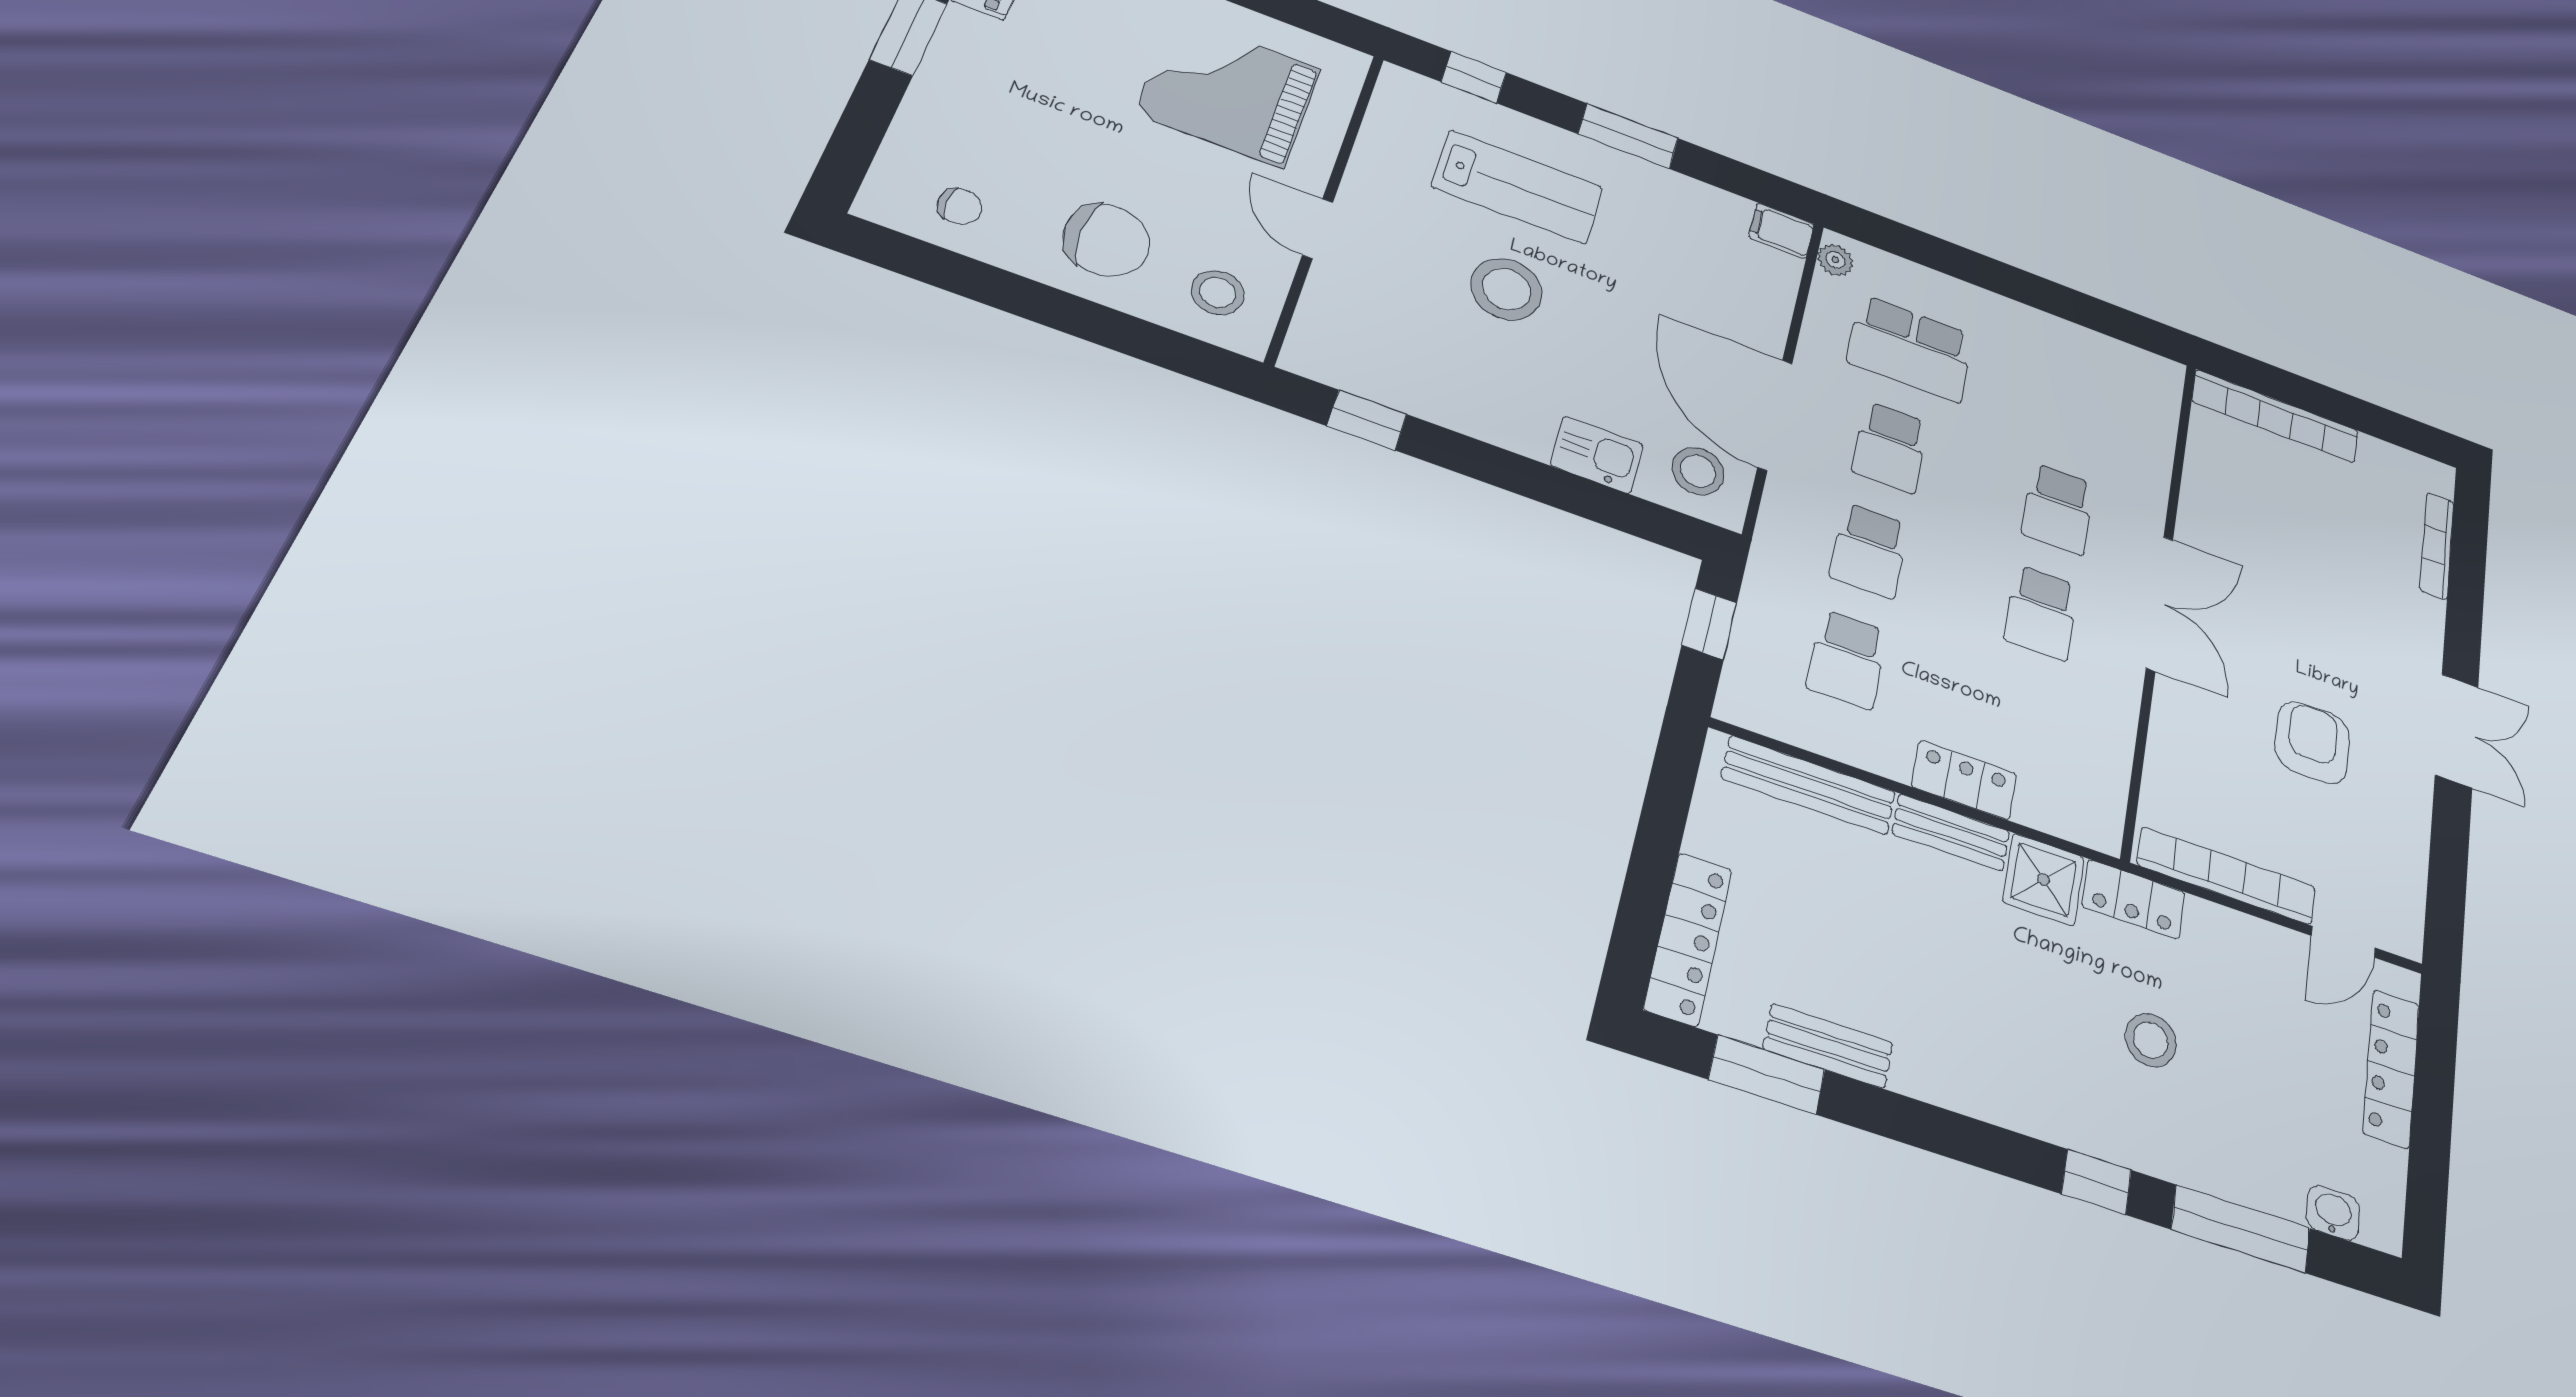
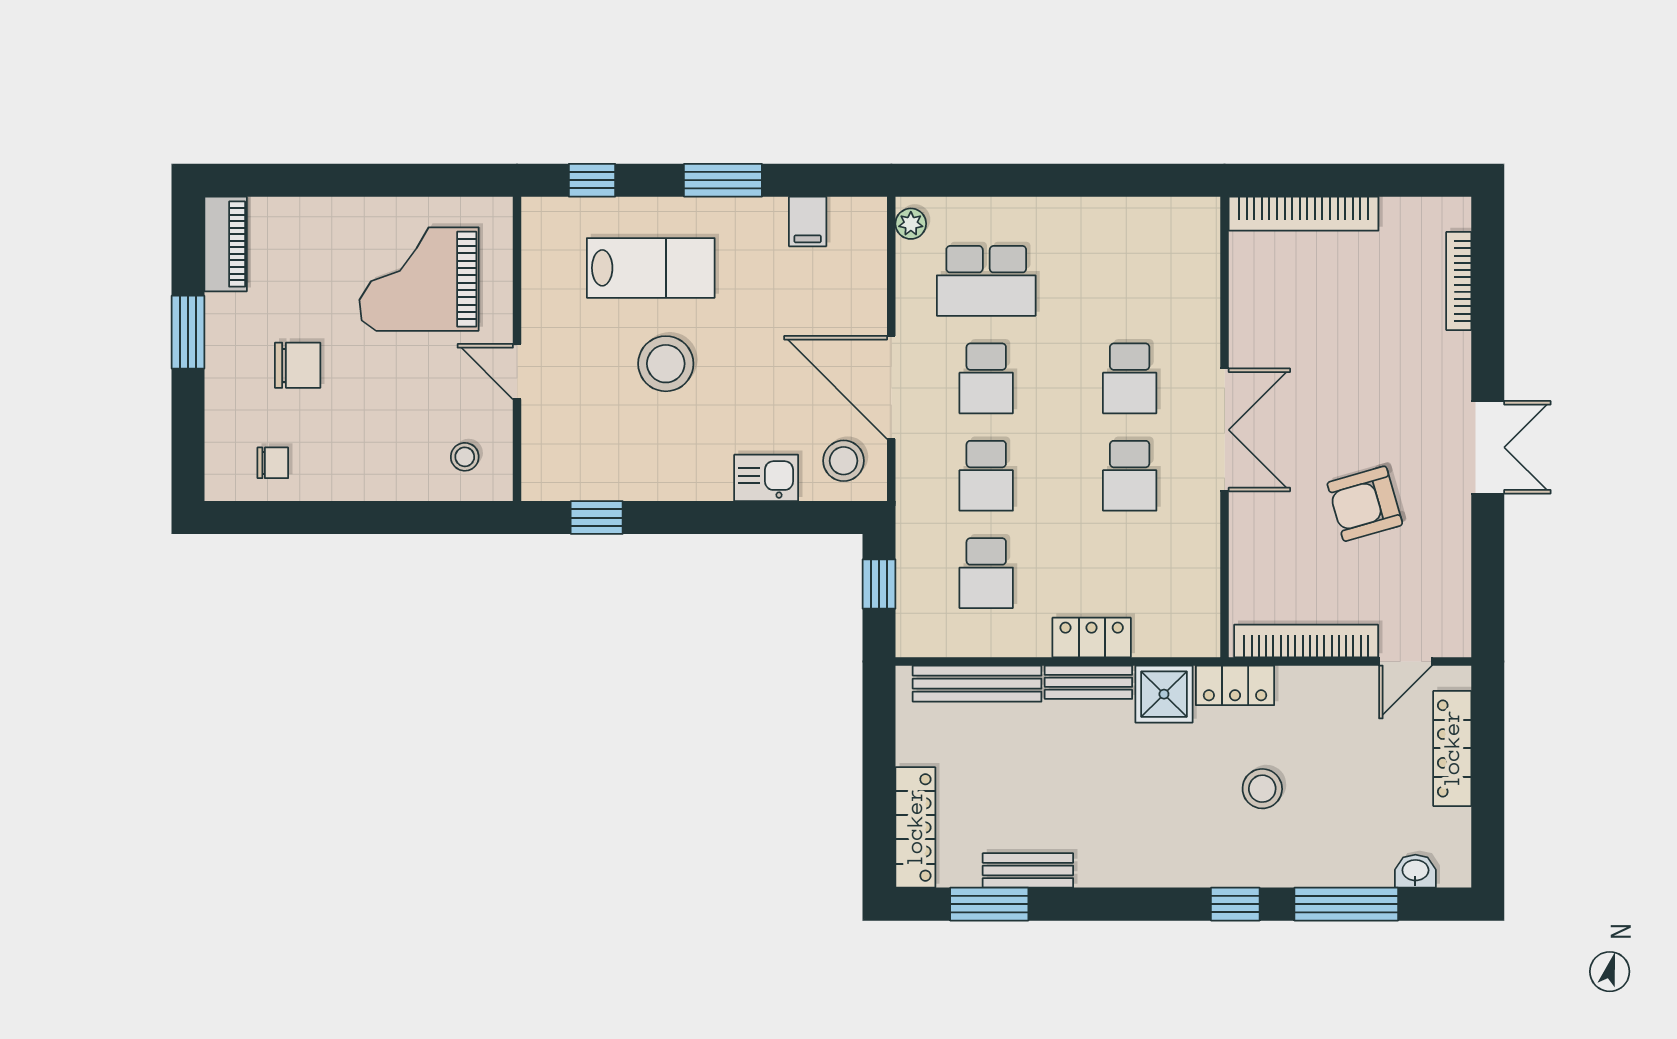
filing cabinet: (1781, 231) -> (808, 222), moved, turned -90
chair: (1107, 240) -> (298, 365), moved, width x0.73, depth x0.73
stool: (1218, 292) -> (465, 457), width x0.73, depth x0.73
armchair: (2312, 742) -> (1365, 504), turned -106

